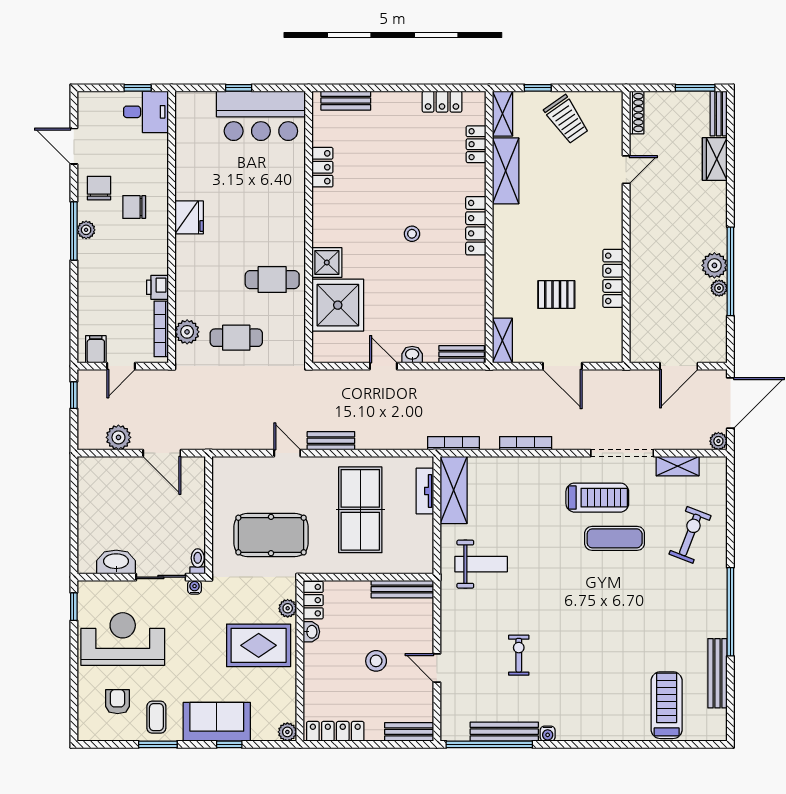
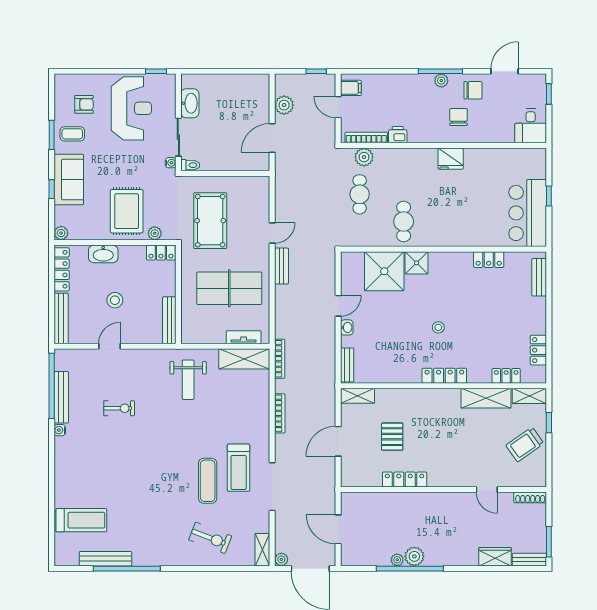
window: (138, 88) -> (549, 94), moved
shelving: (678, 466) -> (262, 550), moved
window: (730, 612) -> (127, 569), moved
washbasin: (311, 632) -> (103, 254), moved, width x1.91, depth x1.45
bench: (409, 732) -> (61, 319), width x1.36

